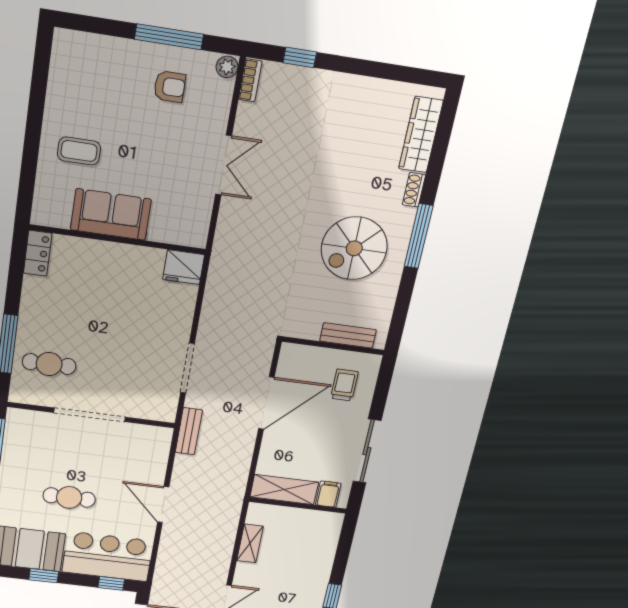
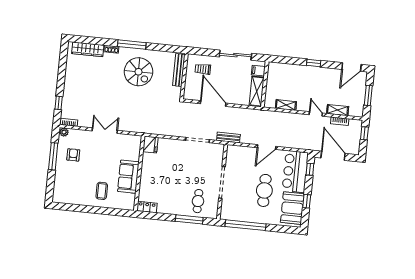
bench: (348, 335) -> (179, 70), width x1.36
cafe table: (69, 497) -> (264, 190), width x1.37, depth x1.35

